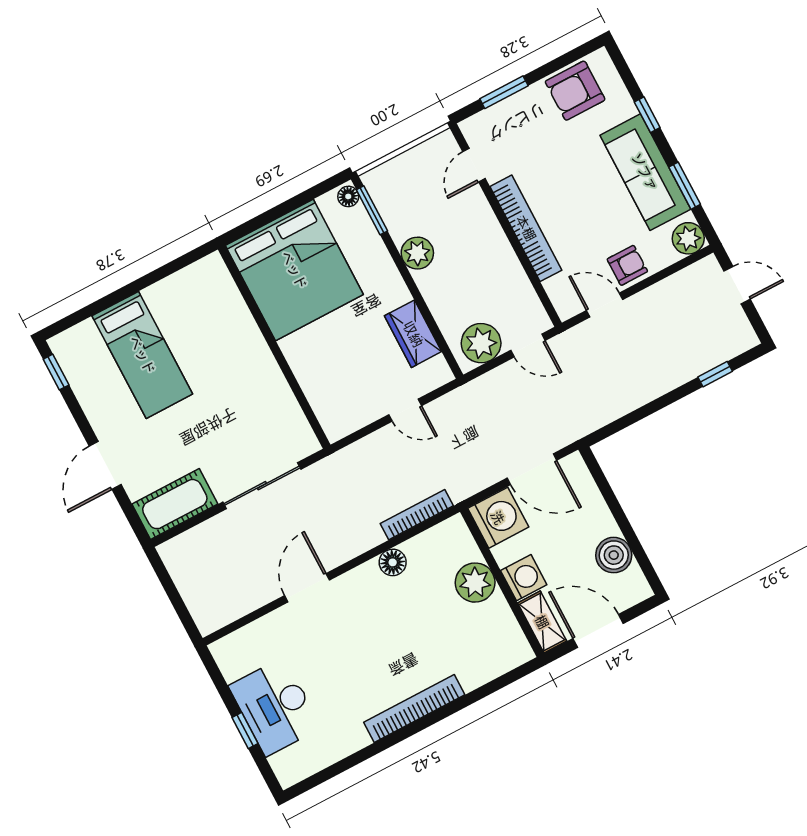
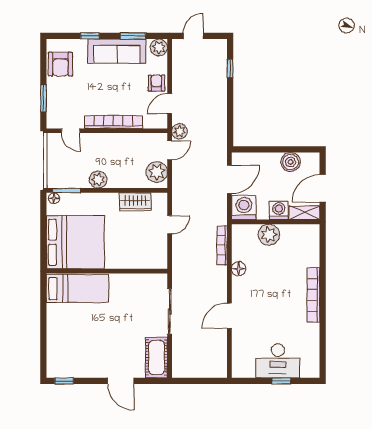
plant: (568, 345) -> (180, 131), added
bed: (142, 355) -> (78, 289), moved
door: (307, 588) -> (229, 316), hinge flipped

